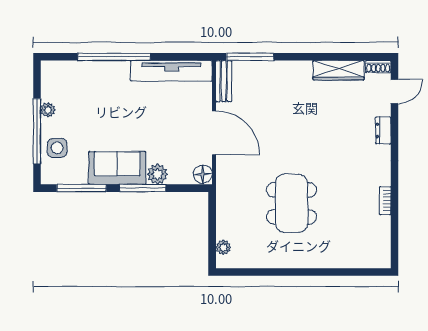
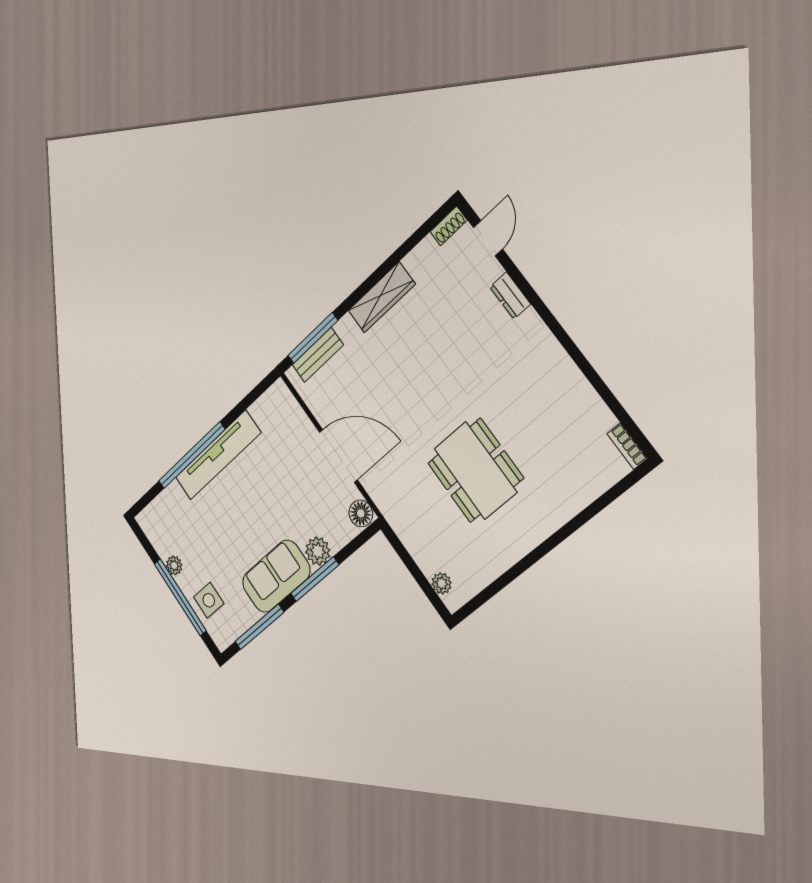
wardrobe: (339, 70) -> (382, 297), moved
tv unit: (171, 71) -> (218, 455), moved
bench: (224, 81) -> (318, 355), moved, turned 90
bookcase: (385, 201) -> (627, 446), moved

